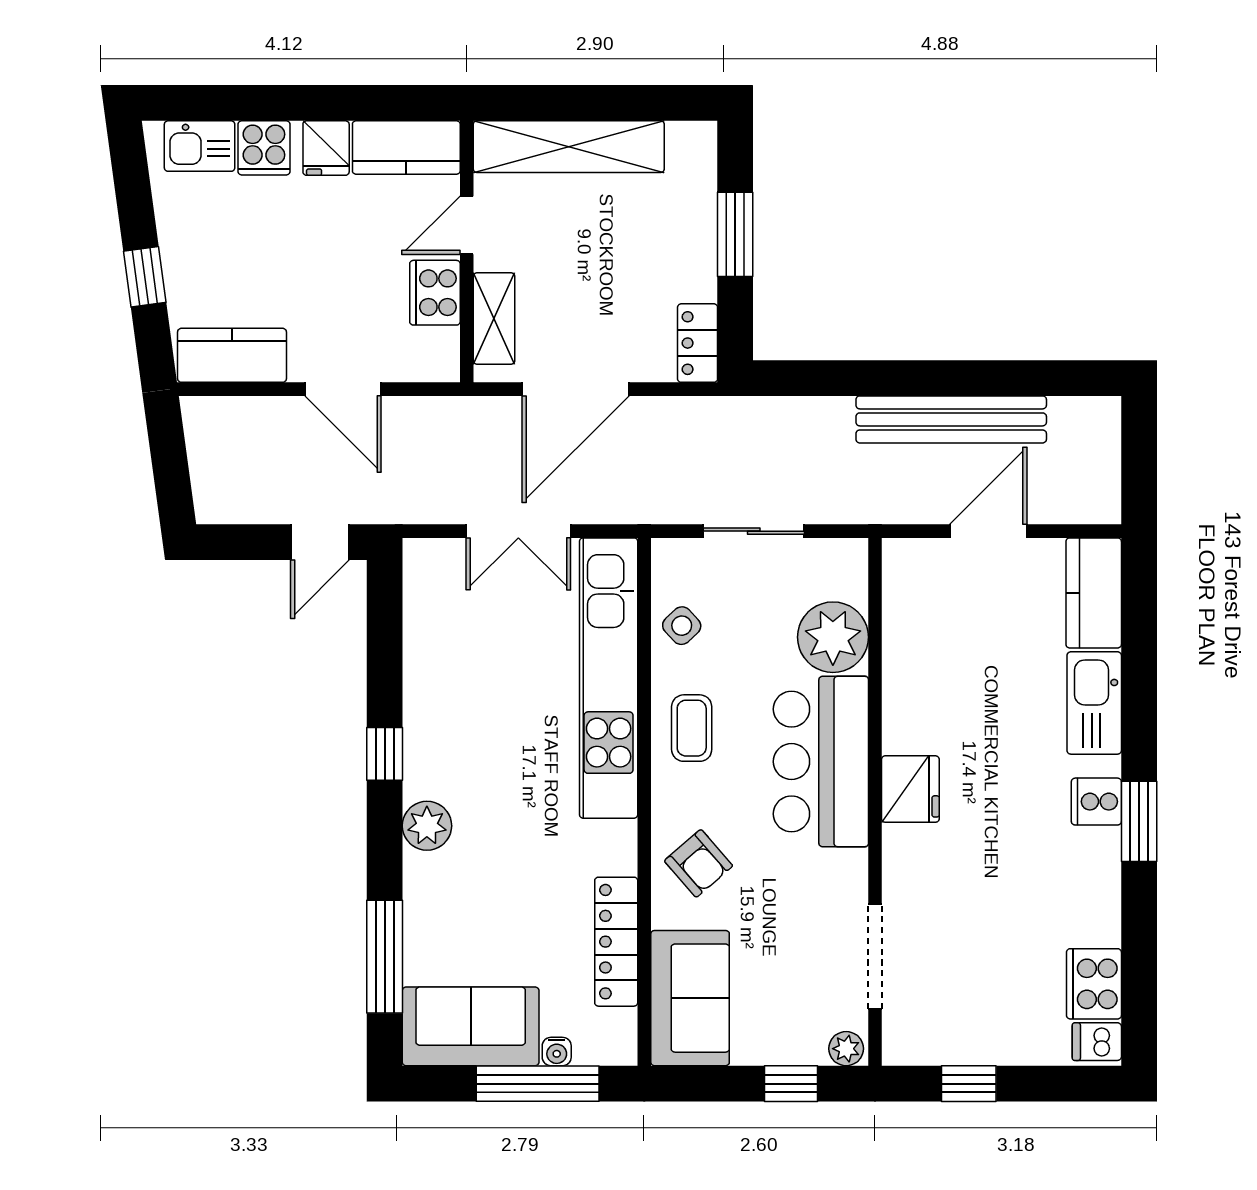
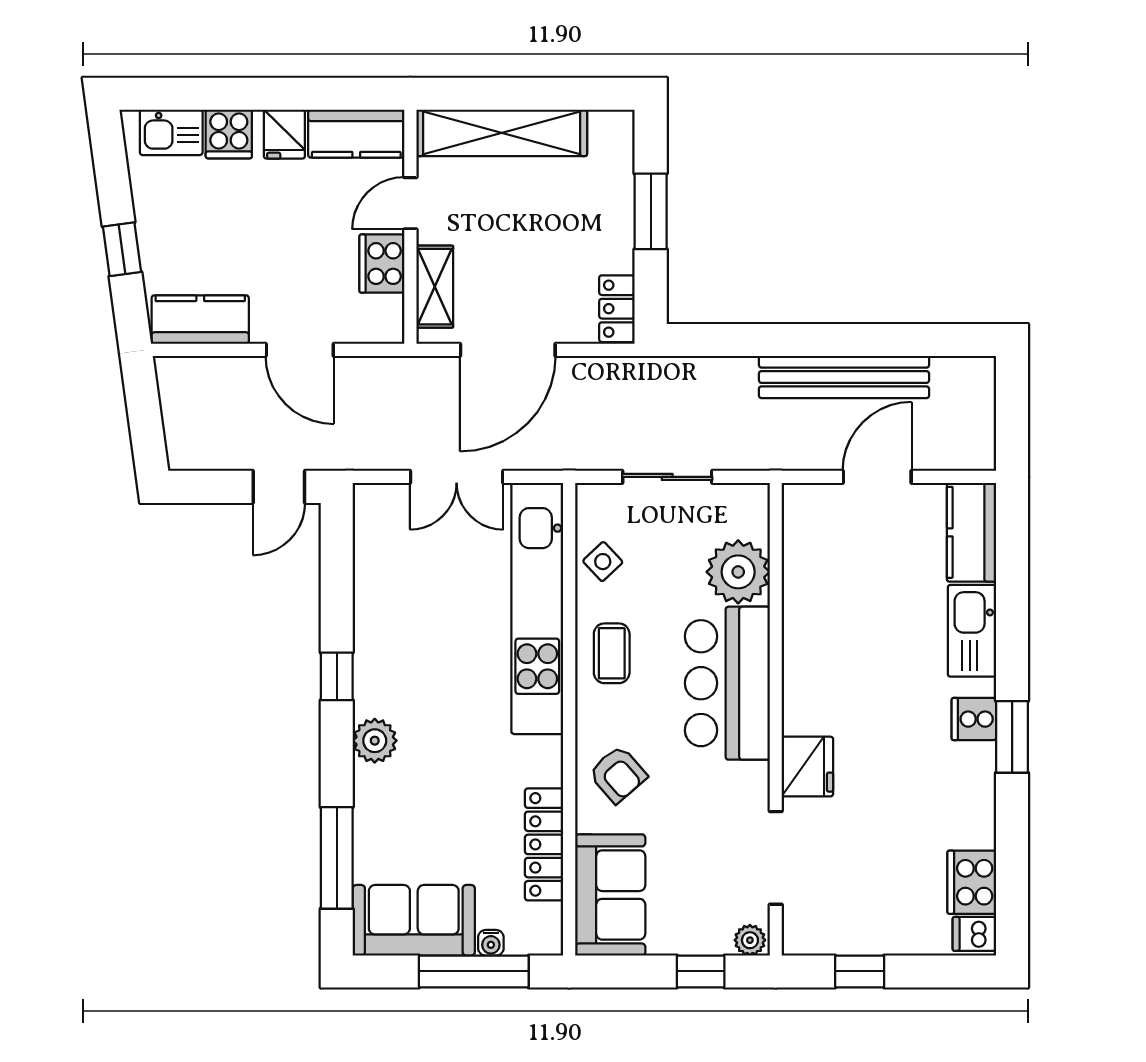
fridge: (910, 789) -> (807, 767), moved

